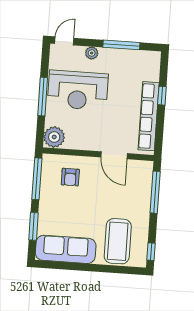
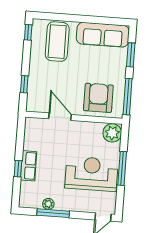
plant: (92, 53) -> (48, 204), moved
row of seats: (149, 116) -> (29, 166), width x0.50
armchair: (70, 177) -> (98, 98), width x1.88, depth x1.88
window: (155, 192) -> (24, 84), width x0.46

